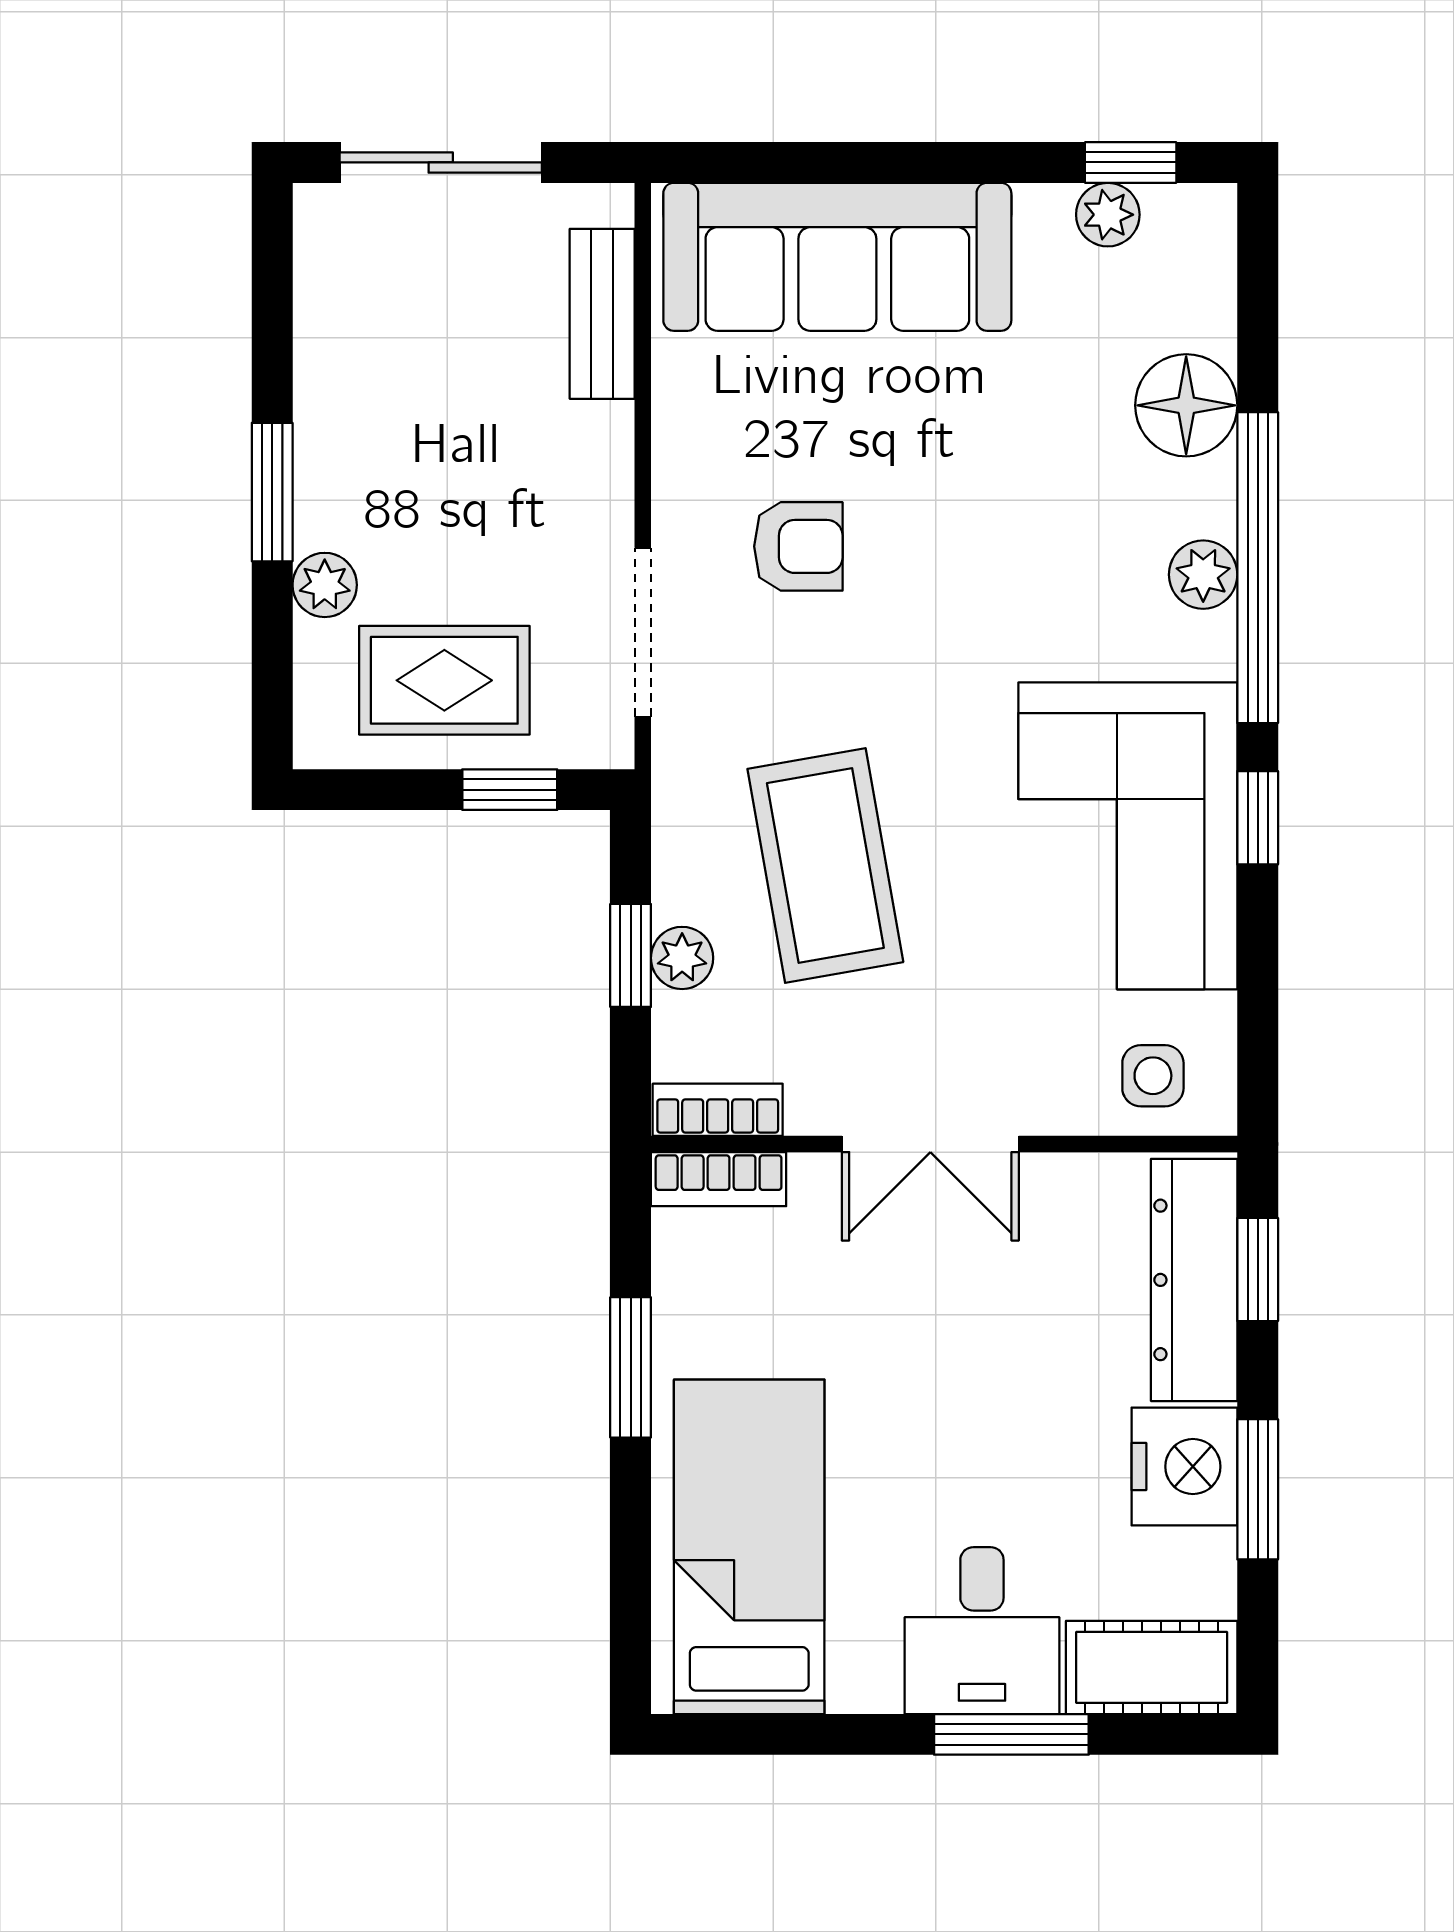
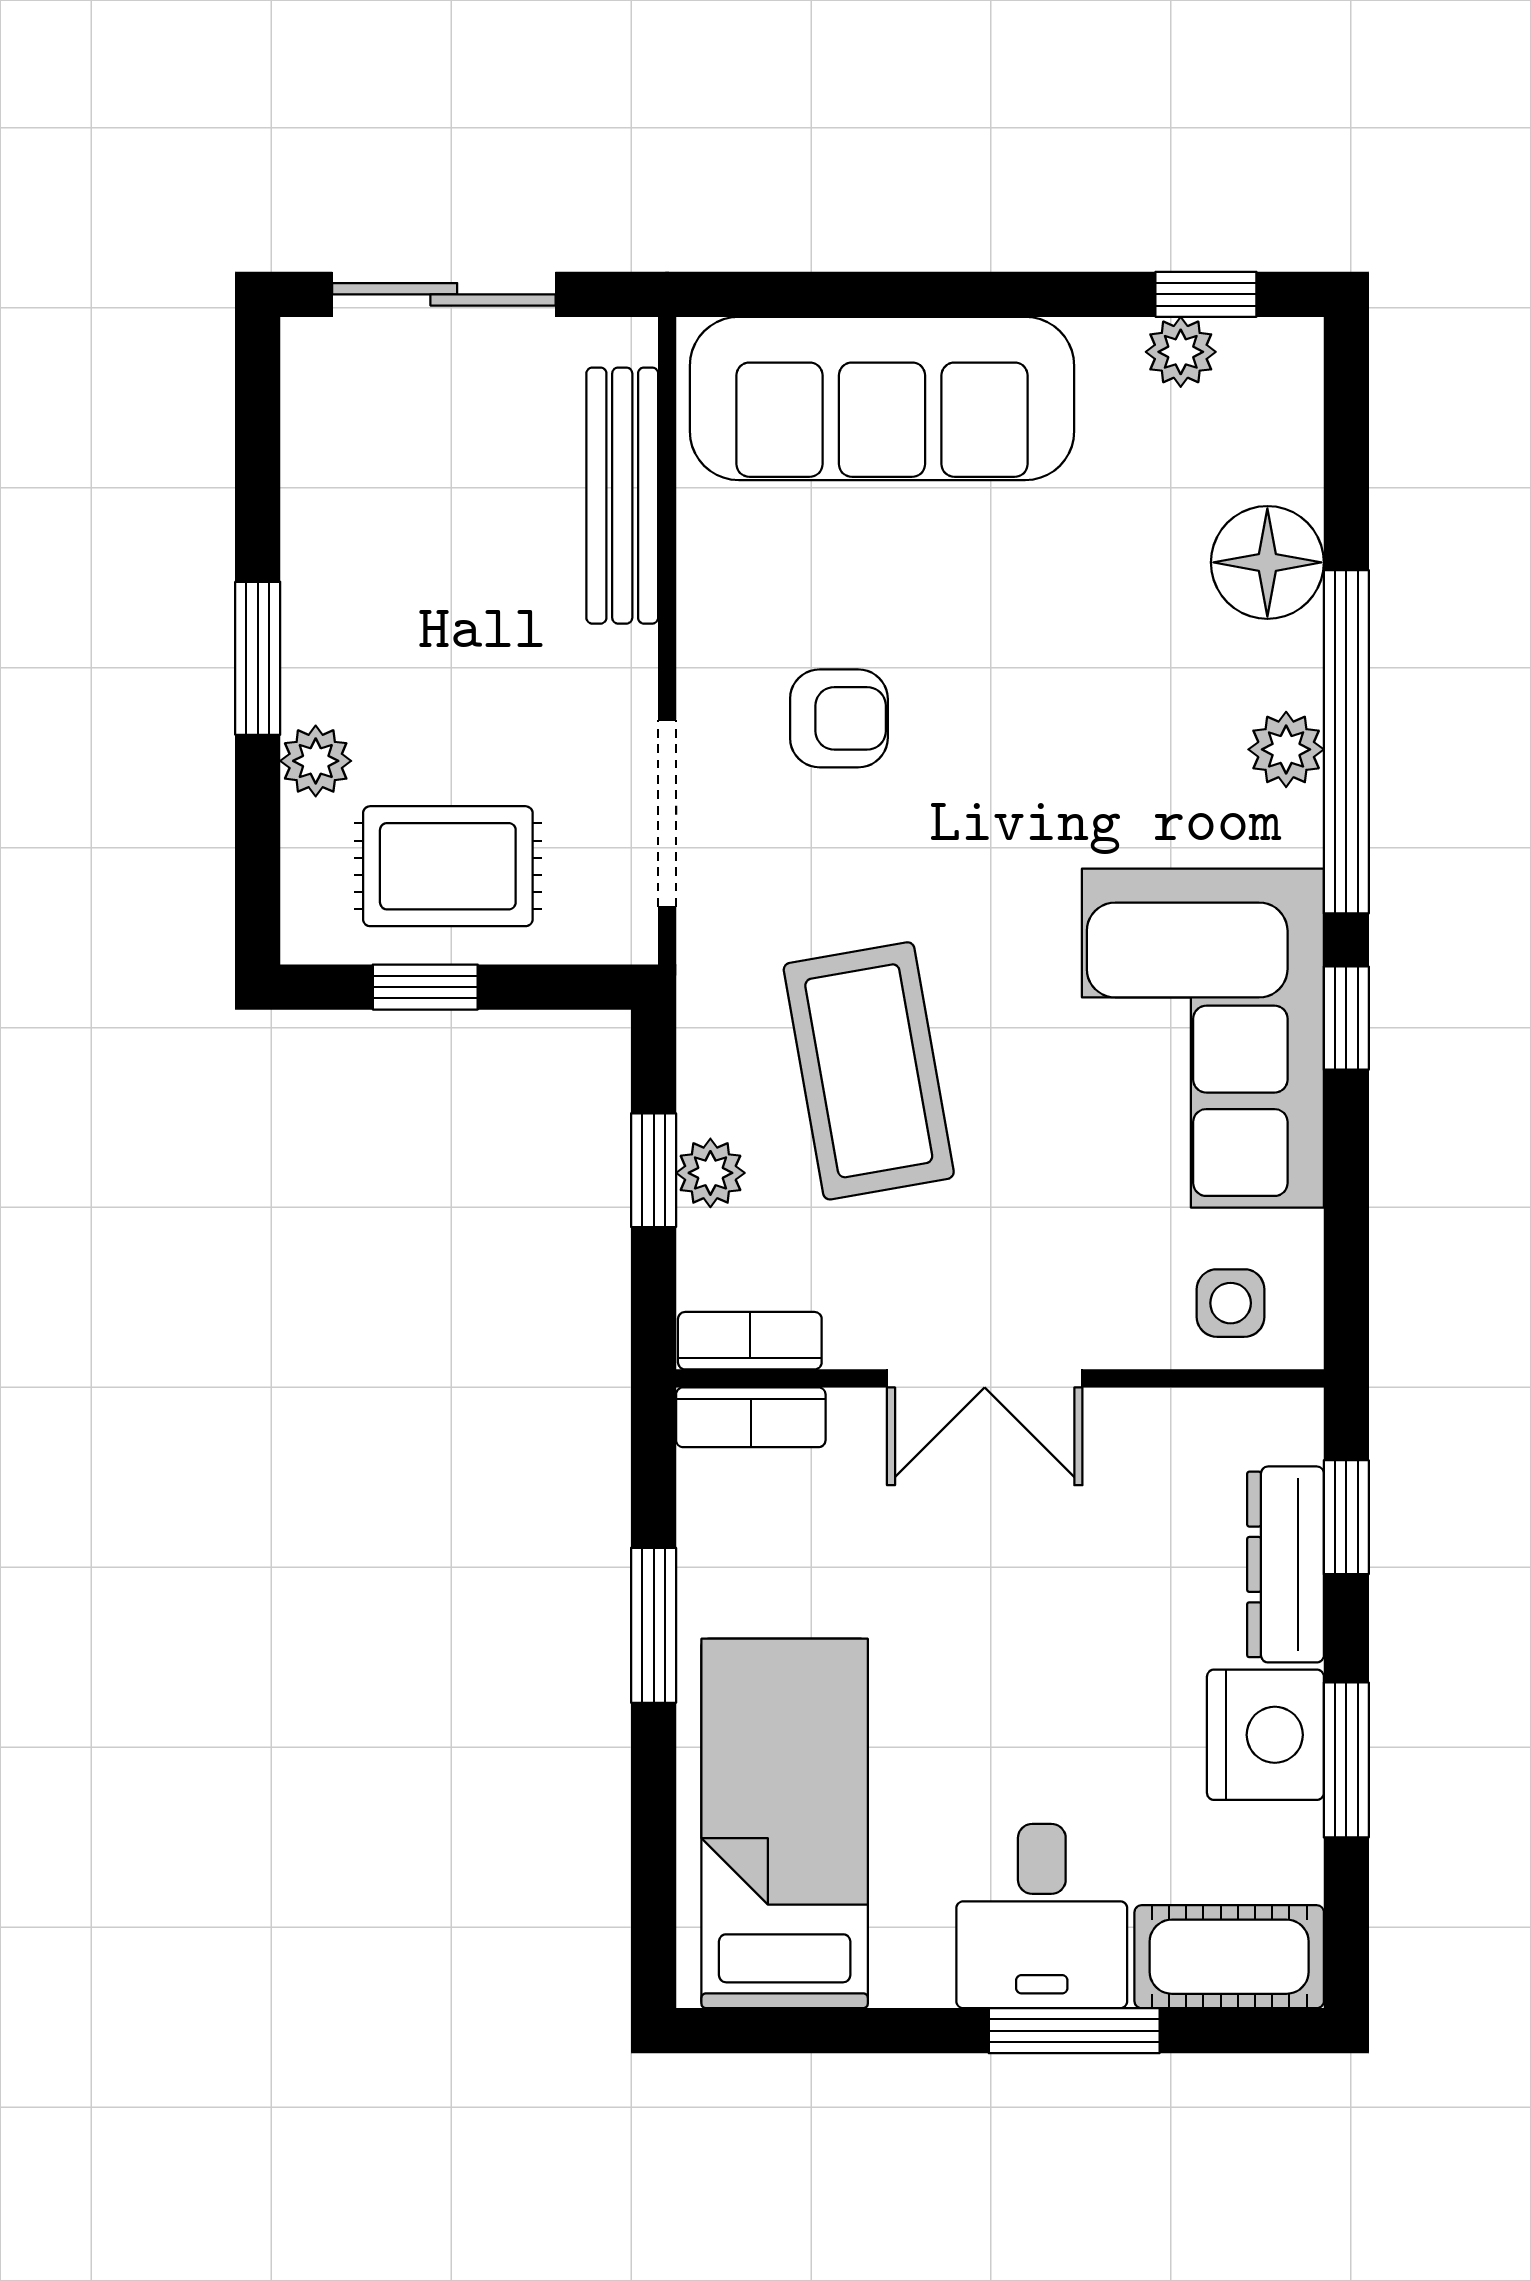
bench: (602, 314) -> (622, 496), width x1.36
window: (510, 790) -> (425, 987), moved
dresser: (1194, 1280) -> (1286, 1564), width x0.73, depth x0.80

